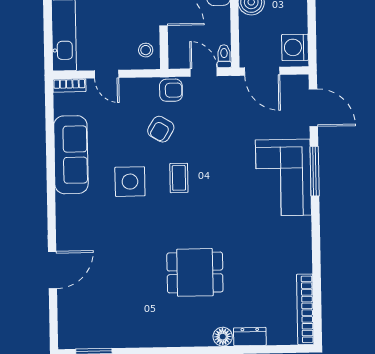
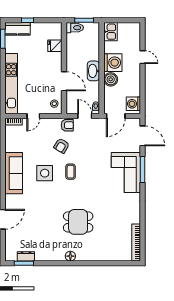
door: (262, 71) -> (116, 116), hinge flipped
door: (107, 74) -> (33, 116), hinge flipped
sofa: (71, 155) -> (14, 173), moved
floor lamp: (223, 337) -> (70, 256), moved
dresser: (250, 337) -> (26, 256), moved

